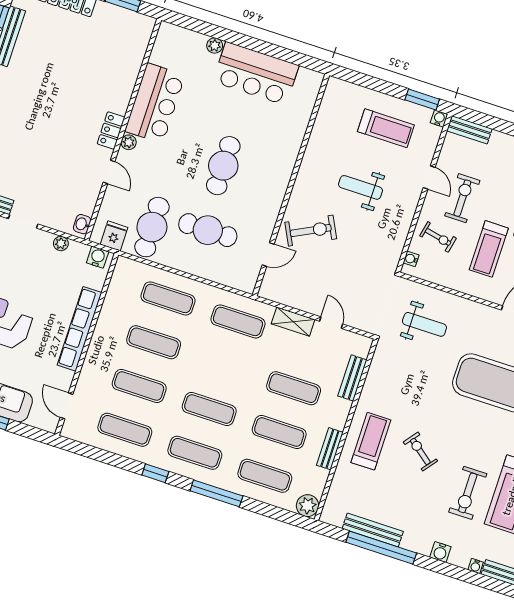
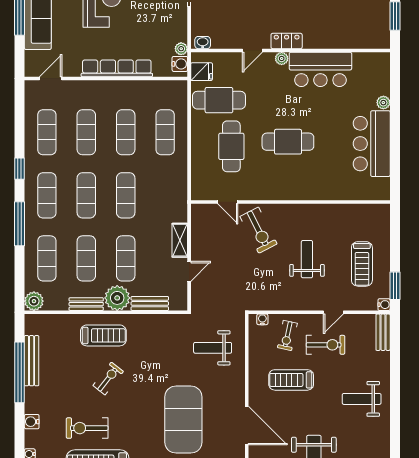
plant: (61, 243) -> (181, 49), moved
exercise mat: (238, 321) -> (126, 195), moved
weight bench: (424, 324) -> (213, 348), turned 90
plant: (334, 412) -> (117, 298), added

